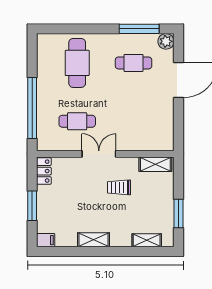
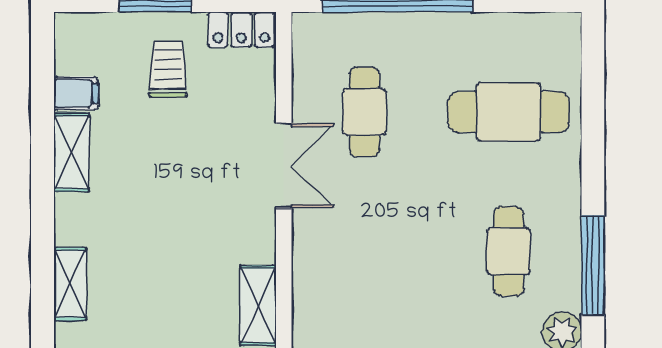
trolley: (119, 187) -> (168, 69), moved
filing cabinet: (46, 240) -> (76, 93), moved, turned -90

